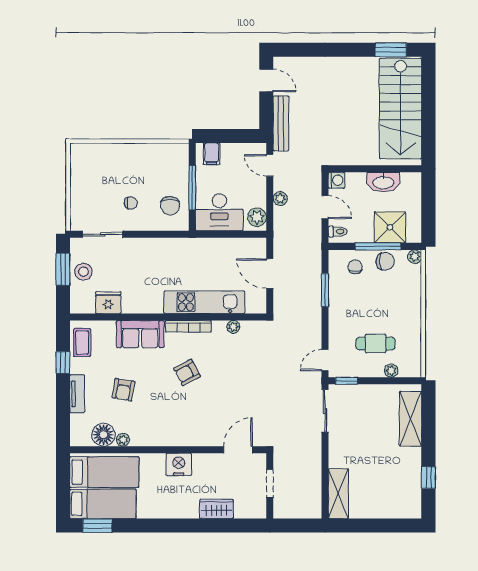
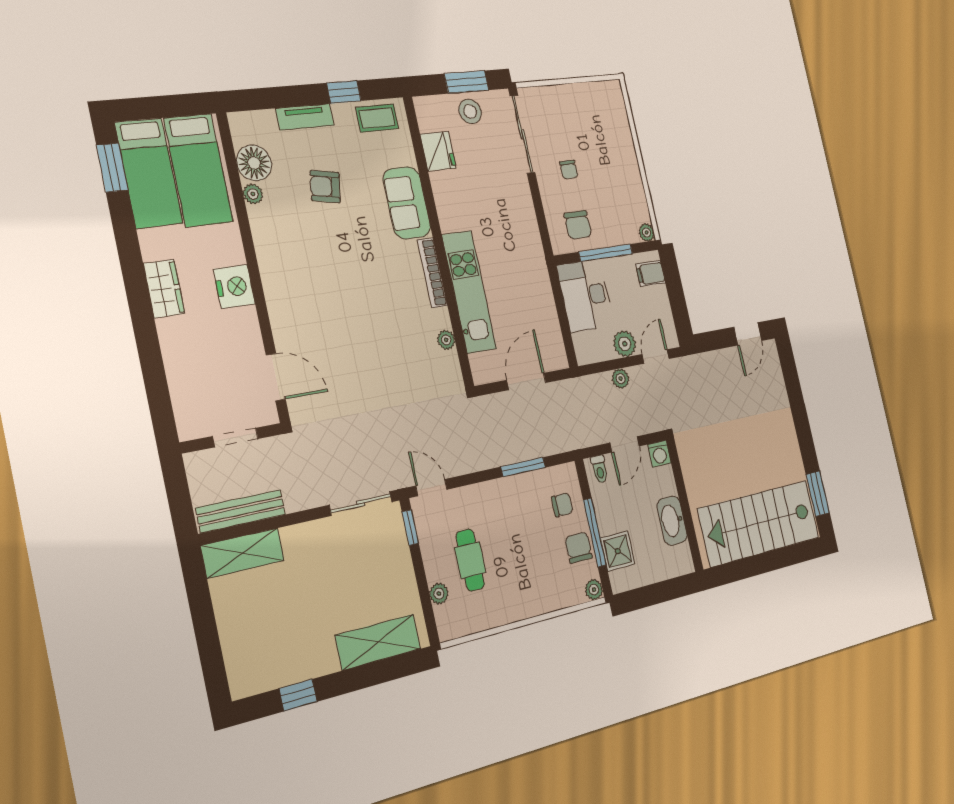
bench: (281, 123) -> (241, 511), moved
plant: (182, 149) -> (647, 233), added
chair: (170, 206) -> (578, 225), turned -90
plant: (257, 217) -> (625, 344), moved
shower: (390, 227) -> (618, 551), width x0.73, depth x0.73
sliding door: (103, 234) -> (522, 134), width x1.37
chair: (385, 261) -> (579, 548), turned 180
armchair: (187, 372) -> (370, 280), removed
wardrobe: (217, 509) -> (164, 289), moved

